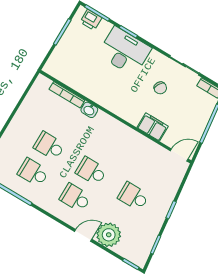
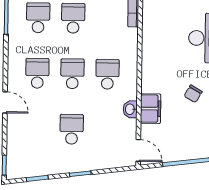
washbasin: (89, 110) -> (130, 109), moved
school desk: (107, 145) -> (107, 74), added
plant: (109, 235) -> (20, 127), removed

